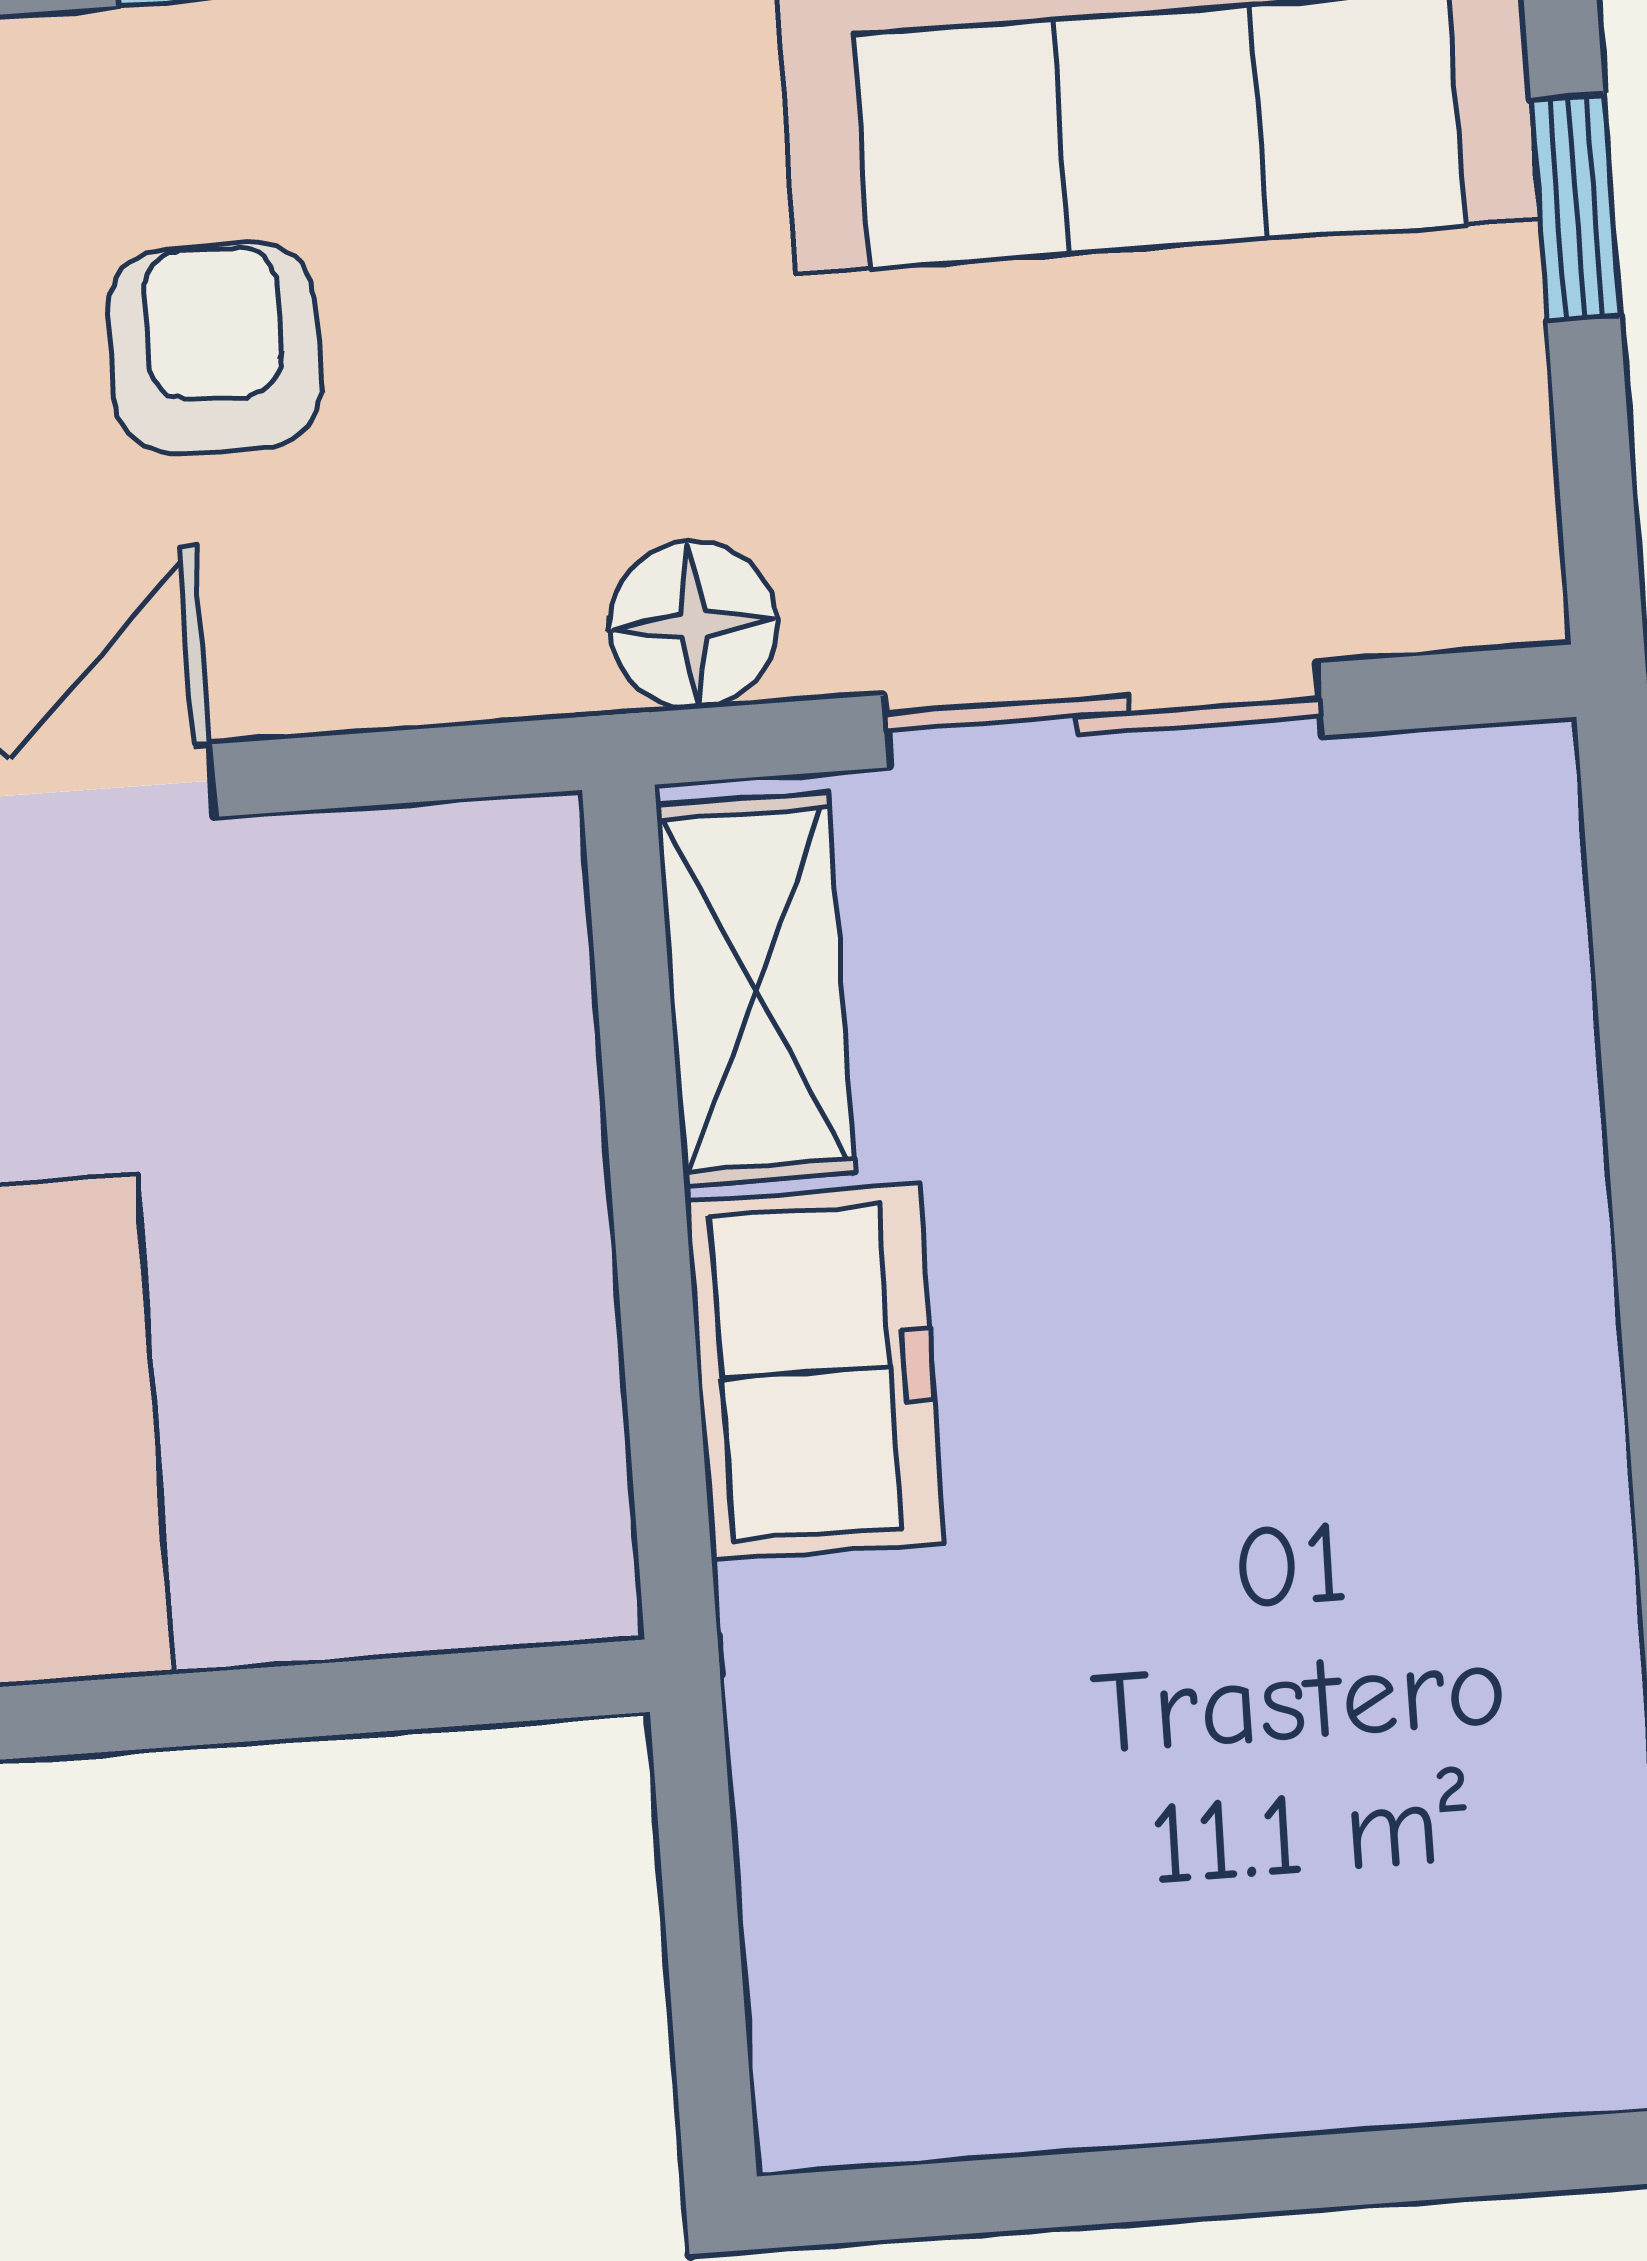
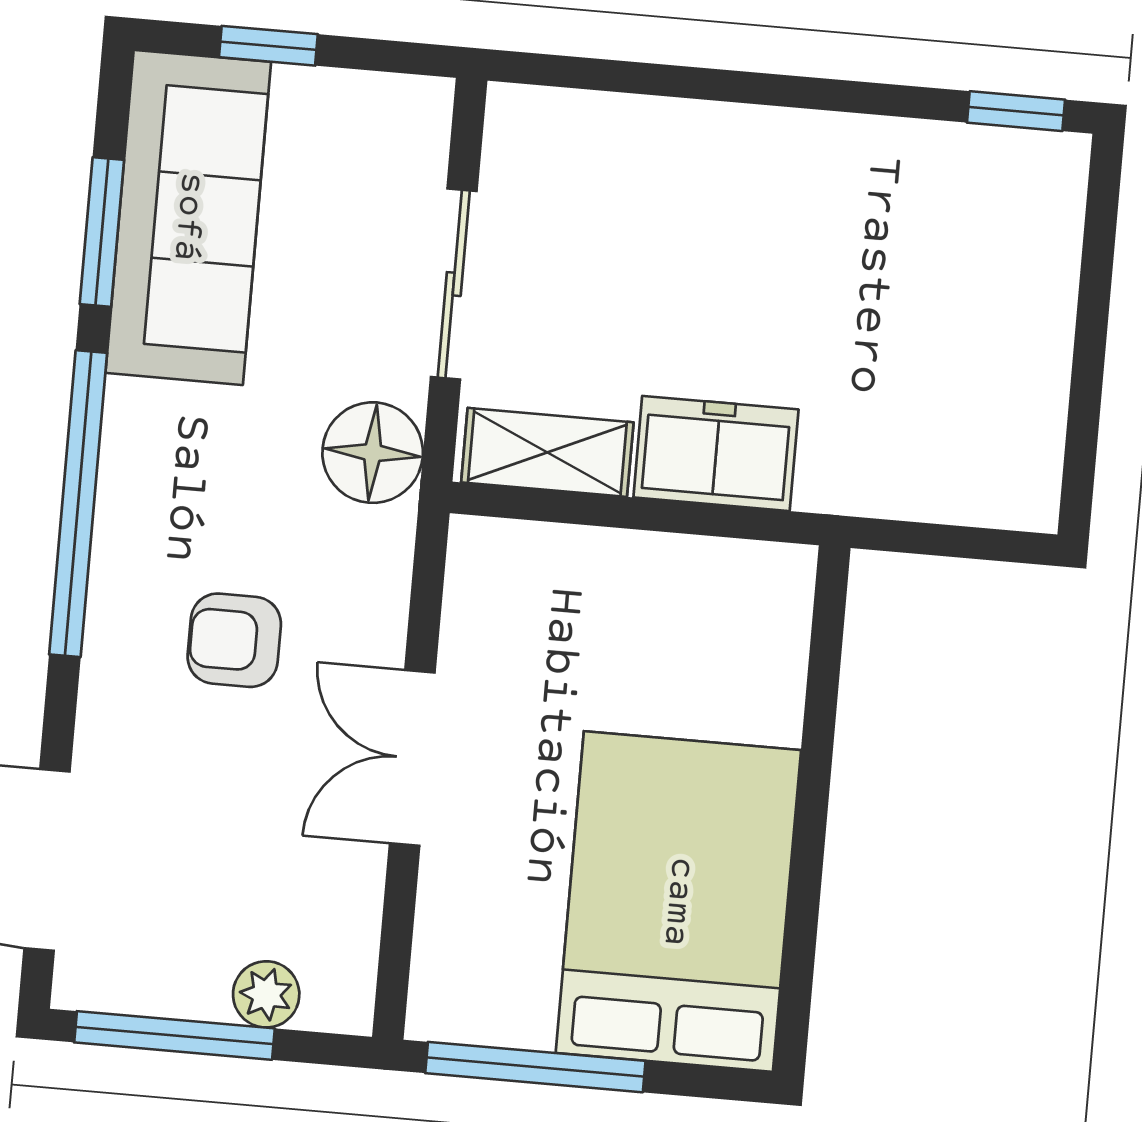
floor lamp: (693, 625) -> (373, 453), width x1.38, depth x1.38

